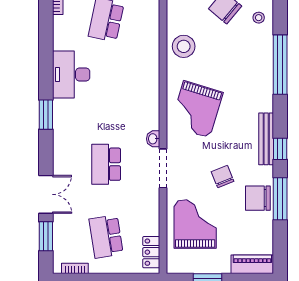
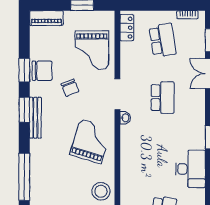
window: (280, 149) -> (24, 110), width x1.50
window: (280, 199) -> (24, 70), width x0.69

